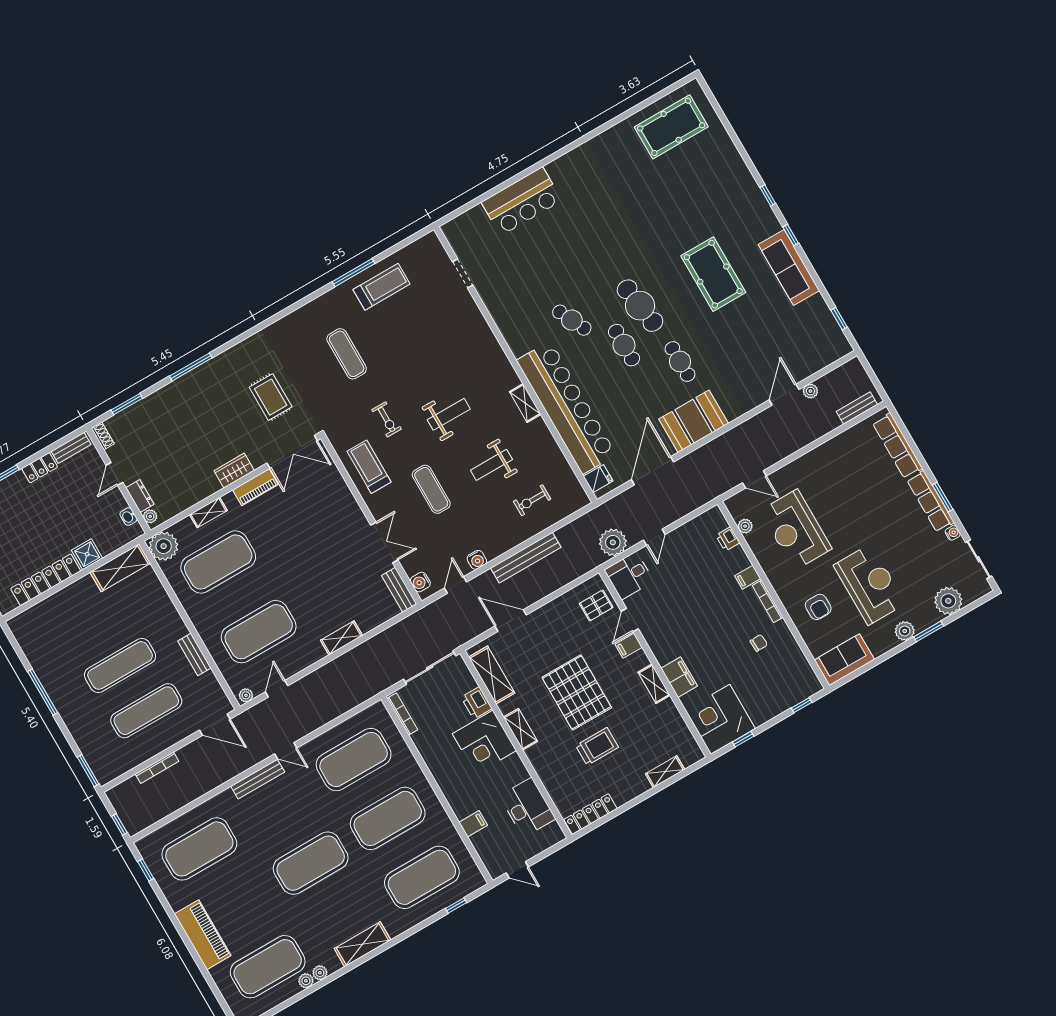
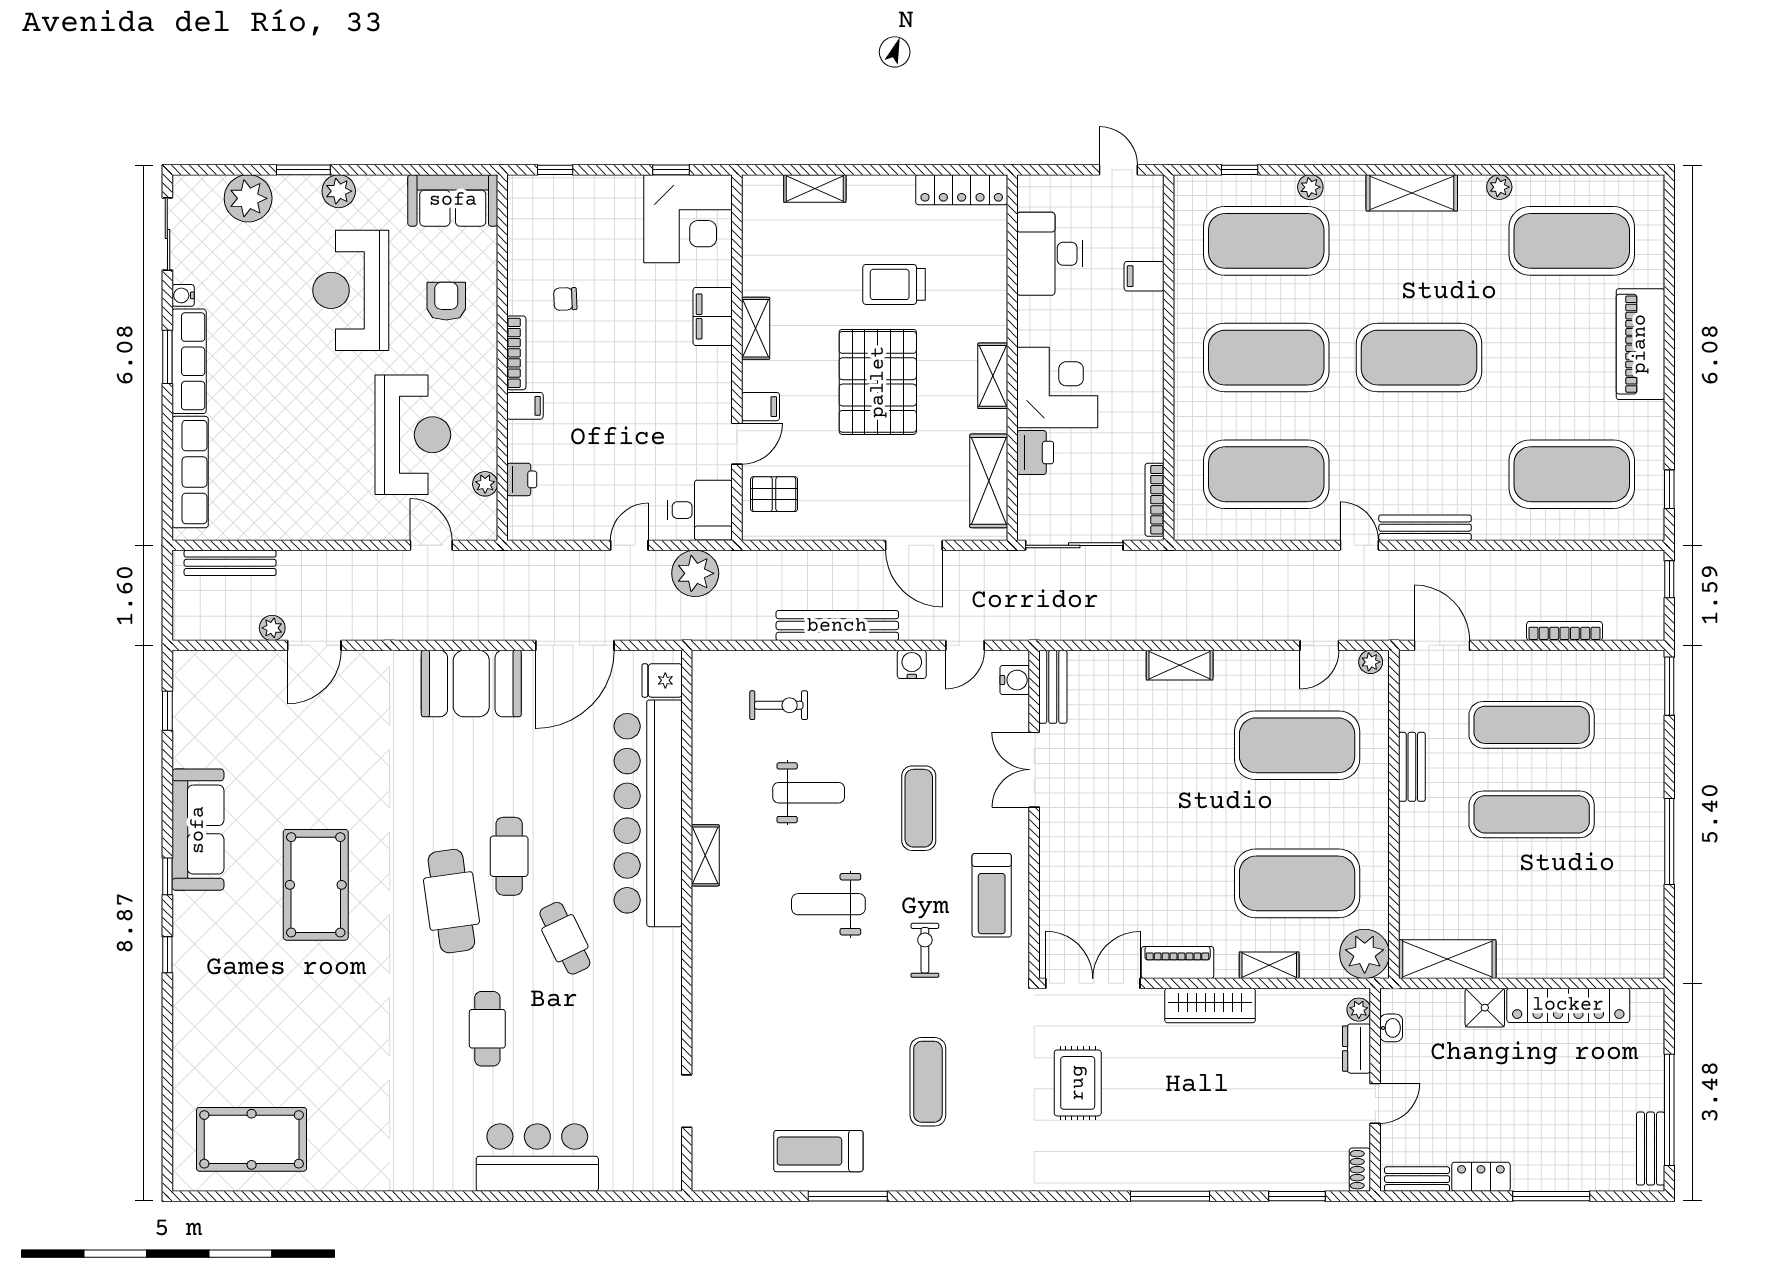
cafe table: (680, 362) -> (487, 1029), moved
bench: (857, 408) -> (230, 563), width x1.36
wardrobe: (234, 471) -> (1210, 1005), width x1.50
plant: (306, 981) -> (1310, 187), moved

